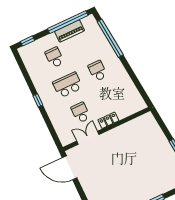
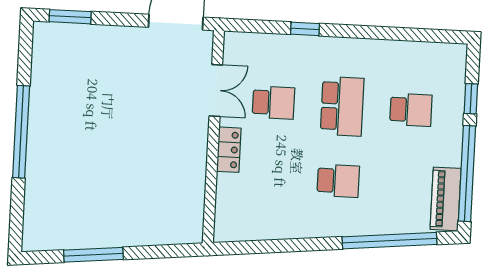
piano: (70, 31) -> (446, 199), moved
window: (28, 41) -> (471, 99), moved
window: (38, 100) -> (305, 29), moved

